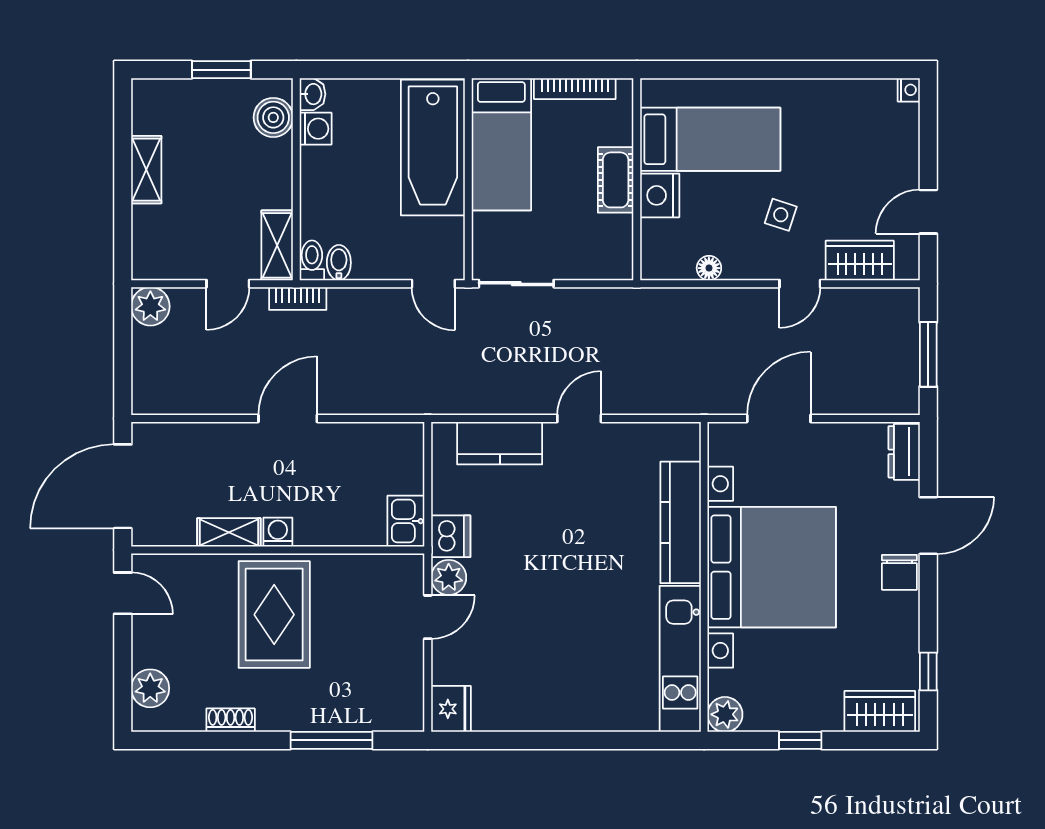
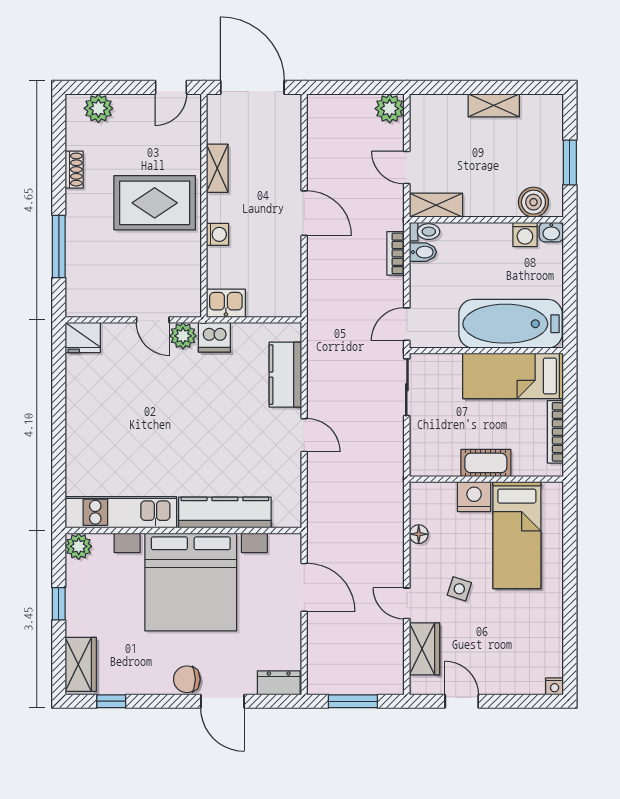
bookcase: (298, 299) -> (396, 253), moved
washing machine: (278, 532) -> (218, 234), moved

